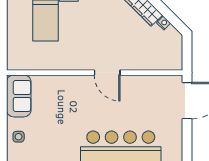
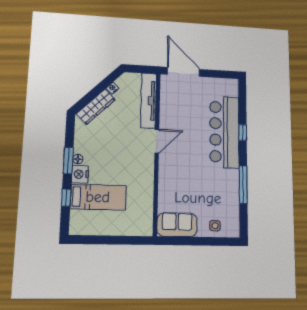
tv unit: (152, 63) -> (149, 101), added

